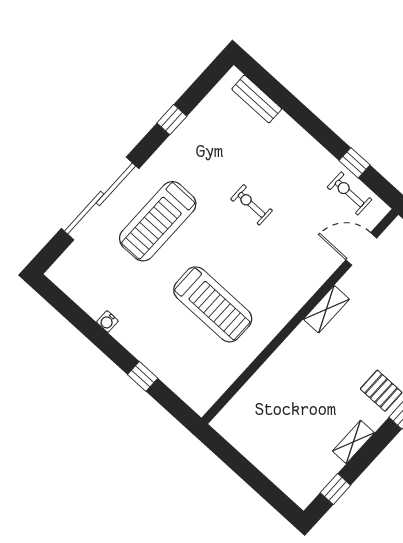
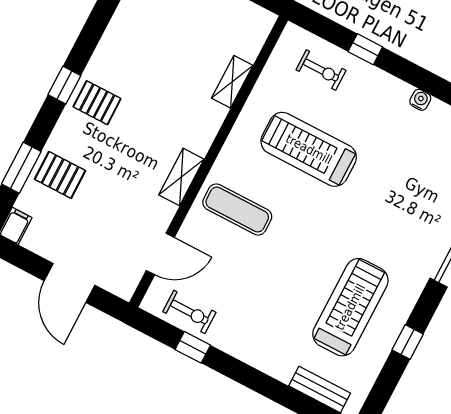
exercise bike: (252, 205) -> (321, 70), moved
treadmill: (158, 221) -> (350, 307), moved
exercise mat: (286, 269) -> (237, 210), added
shelving: (353, 442) -> (232, 82), moved

